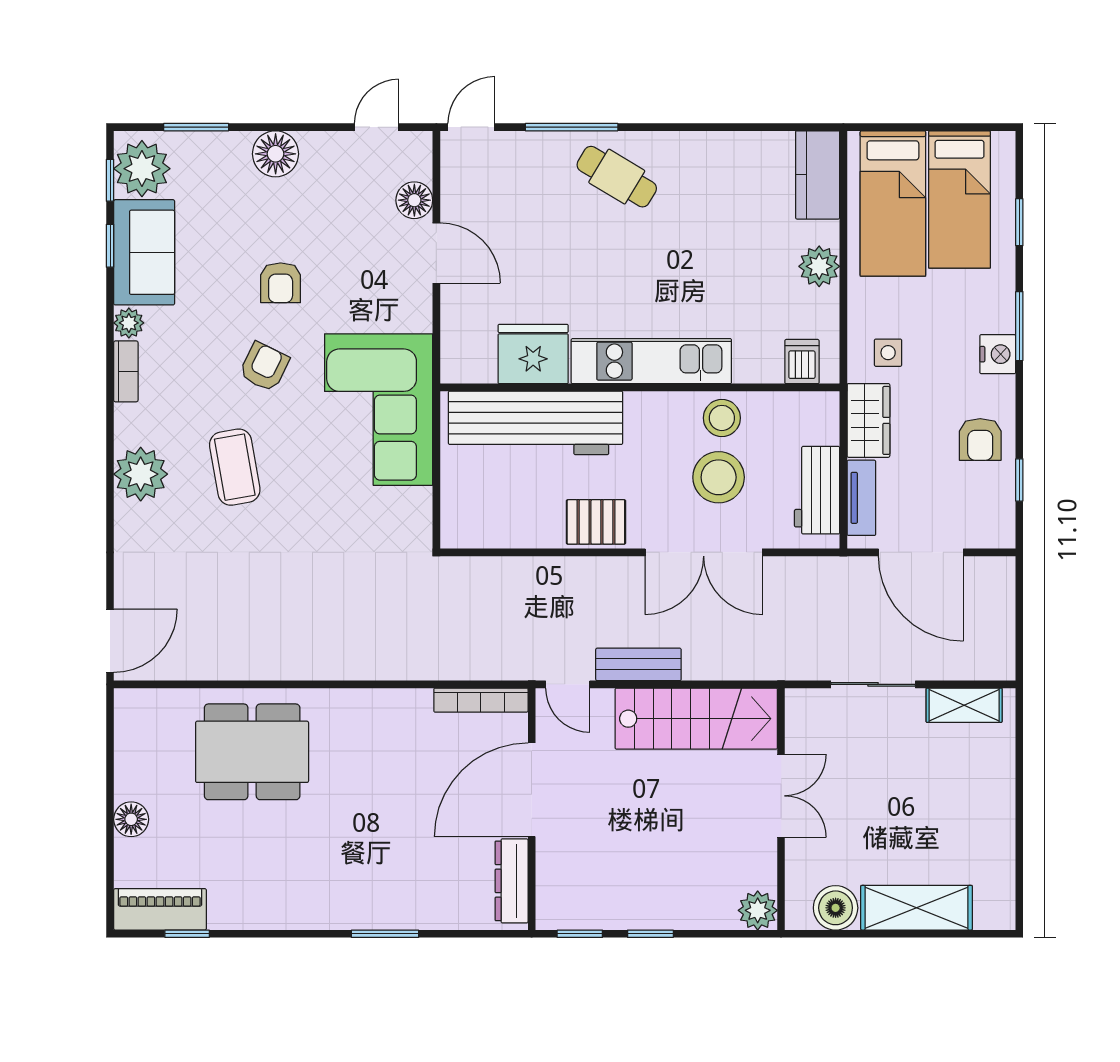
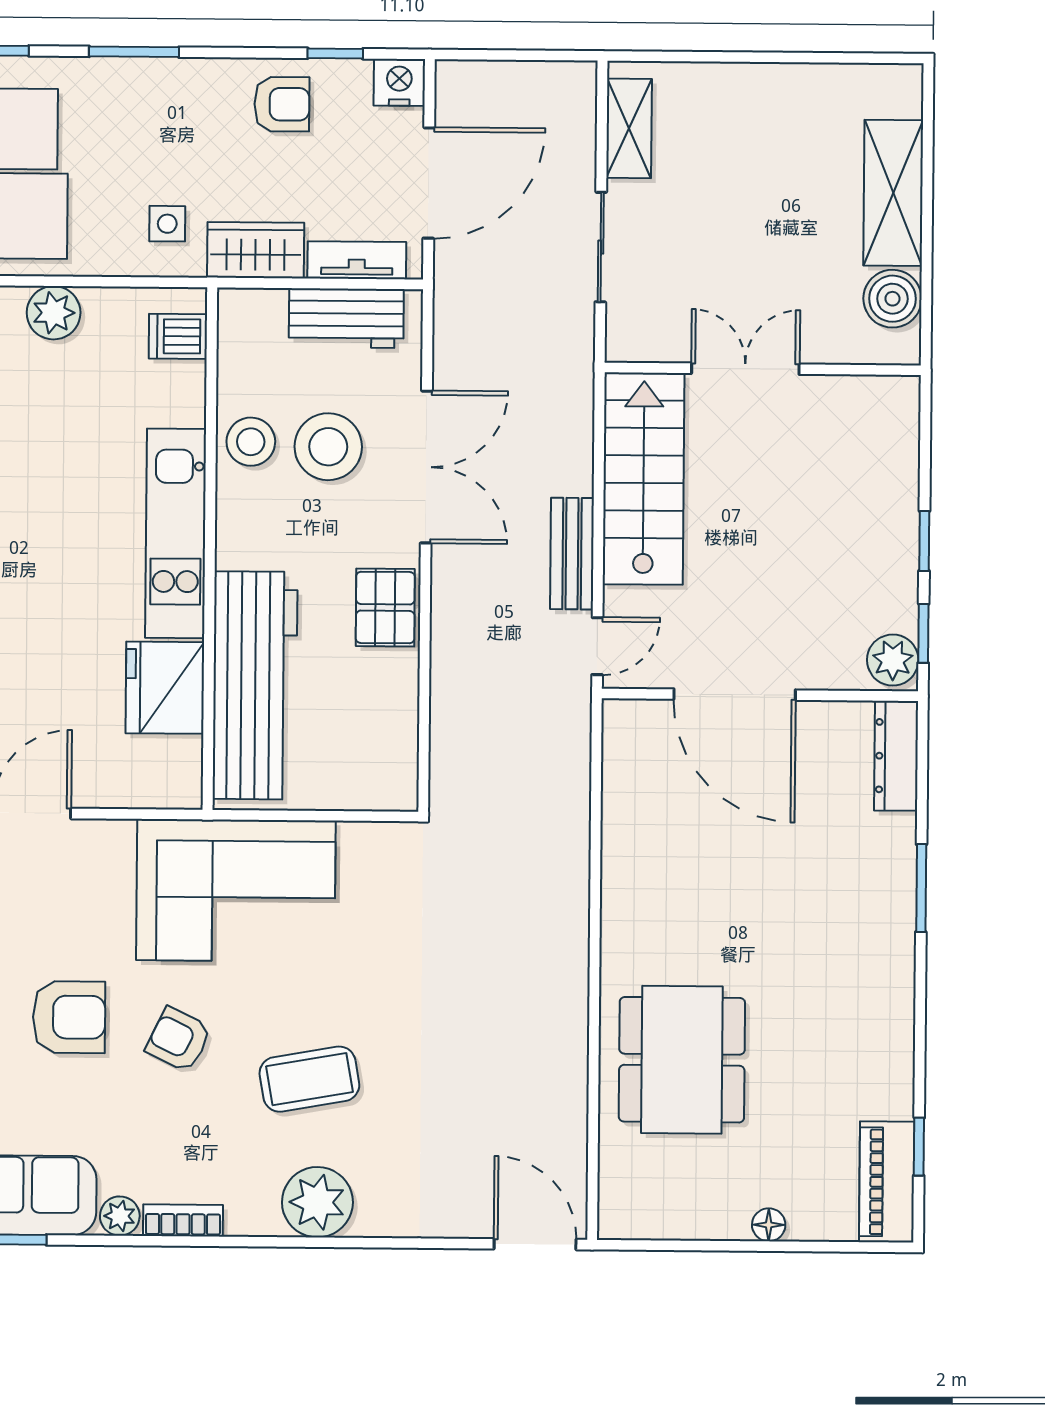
armchair: (281, 283) -> (69, 1017), width x1.38, depth x1.38
nightstand: (998, 354) -> (399, 82), moved
bookcase: (481, 700) -> (617, 760), removed
floor lamp: (131, 819) -> (769, 1225), width x0.73, depth x0.73
dresser: (512, 881) -> (896, 756), moved, turned 90
plant: (758, 910) -> (893, 660), moved

